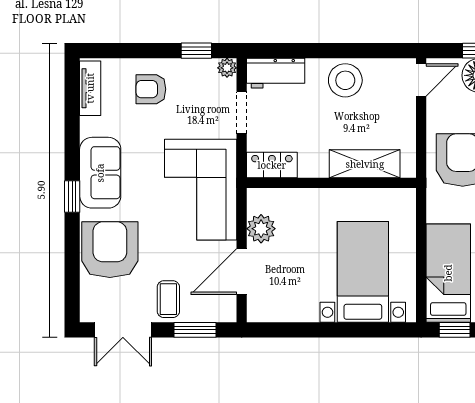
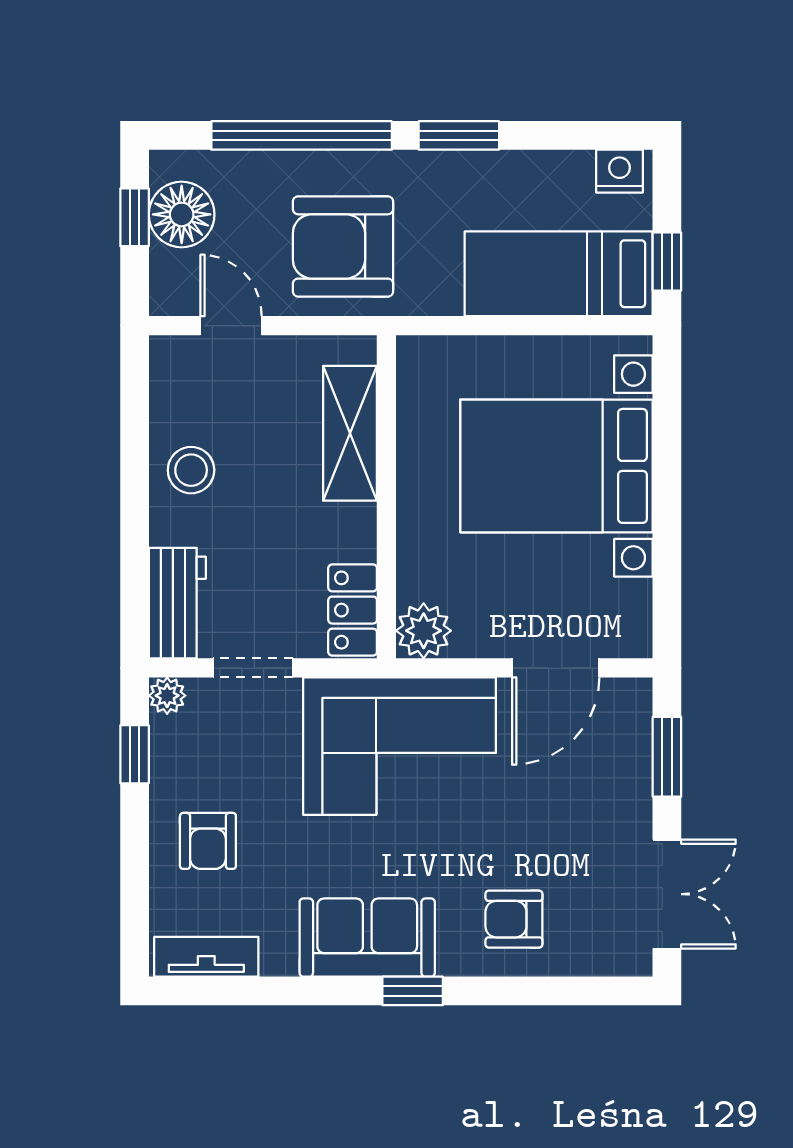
stool: (345, 80) -> (191, 470), width x0.73, depth x0.73
door: (421, 80) -> (231, 326), moved
plant: (261, 229) -> (424, 631), moved
armchair: (110, 250) -> (514, 919), width x0.53, depth x0.53
door: (242, 272) -> (556, 668), hinge flipped
bed with nightstands: (363, 272) -> (556, 466), width x1.36
coffee table: (168, 299) -> (608, 808), removed

